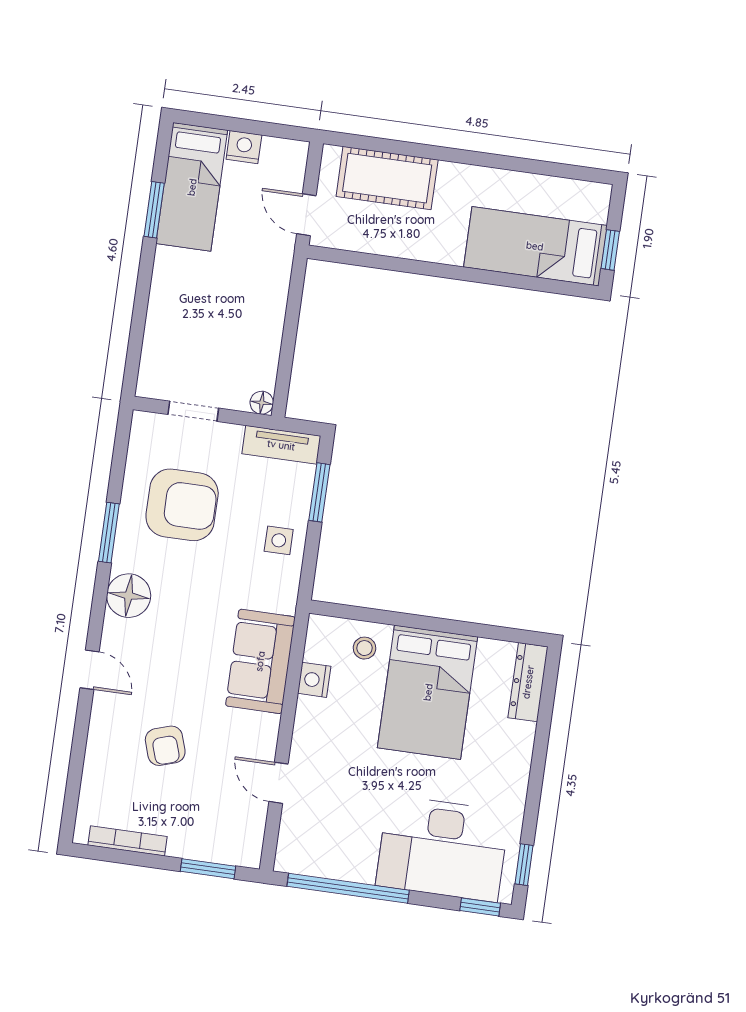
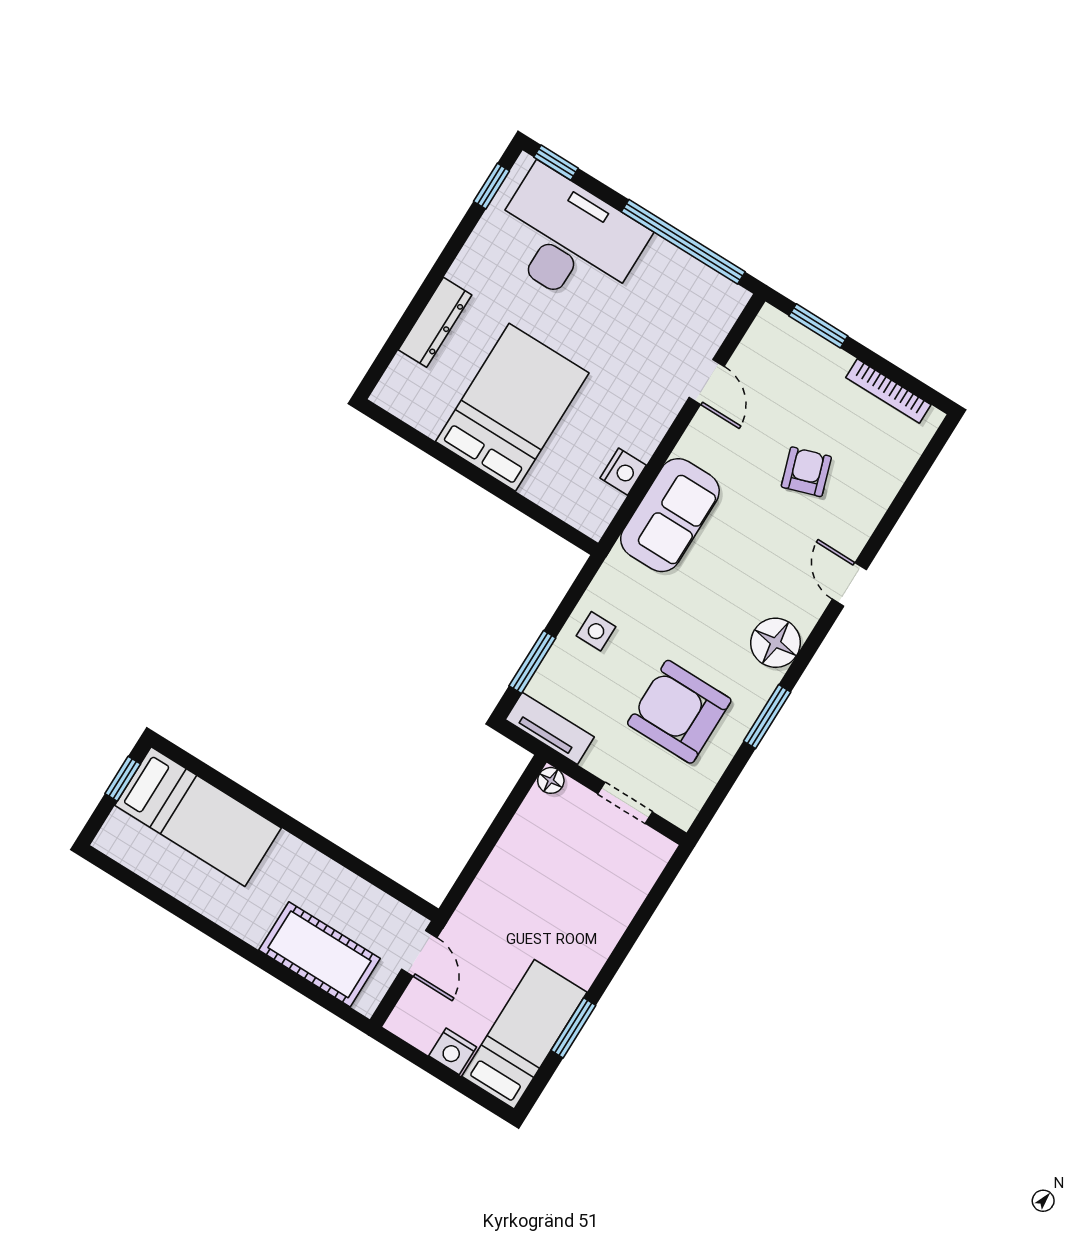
stool: (365, 648) -> (557, 481), removed
dresser: (528, 682) -> (435, 322), moved

